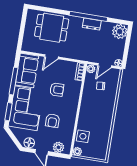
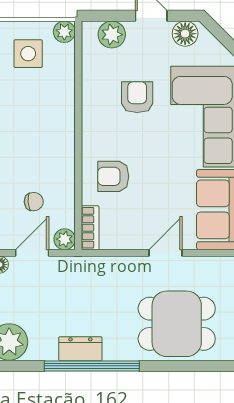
armchair: (57, 90) -> (113, 176), moved
side table: (83, 136) -> (28, 54), moved

